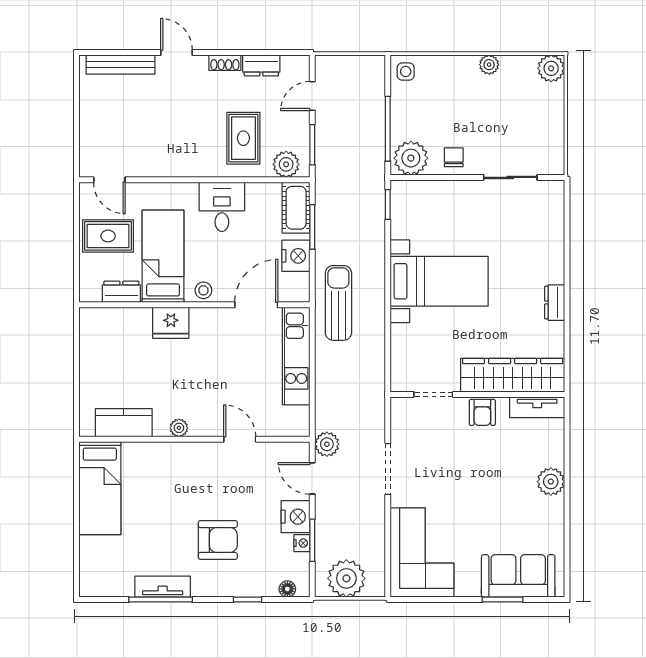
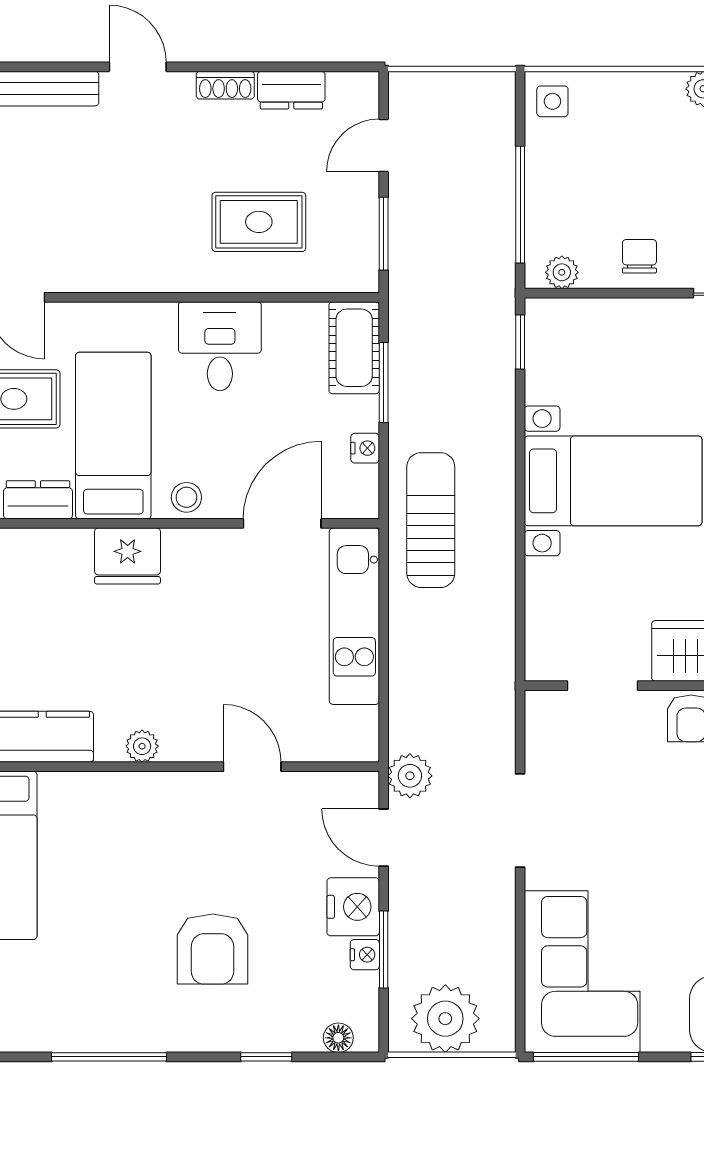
rug: (243, 138) -> (259, 222), turned 90
plant: (411, 158) -> (562, 272), width x0.53, depth x0.53
plant: (286, 164) -> (336, 269), removed
nightstand: (296, 256) -> (365, 448), width x0.53, depth x0.56
armchair: (218, 540) -> (213, 949), turned 90
tv unit: (163, 587) -> (113, 1033), removed
window: (424, 600) -> (586, 1057), added

